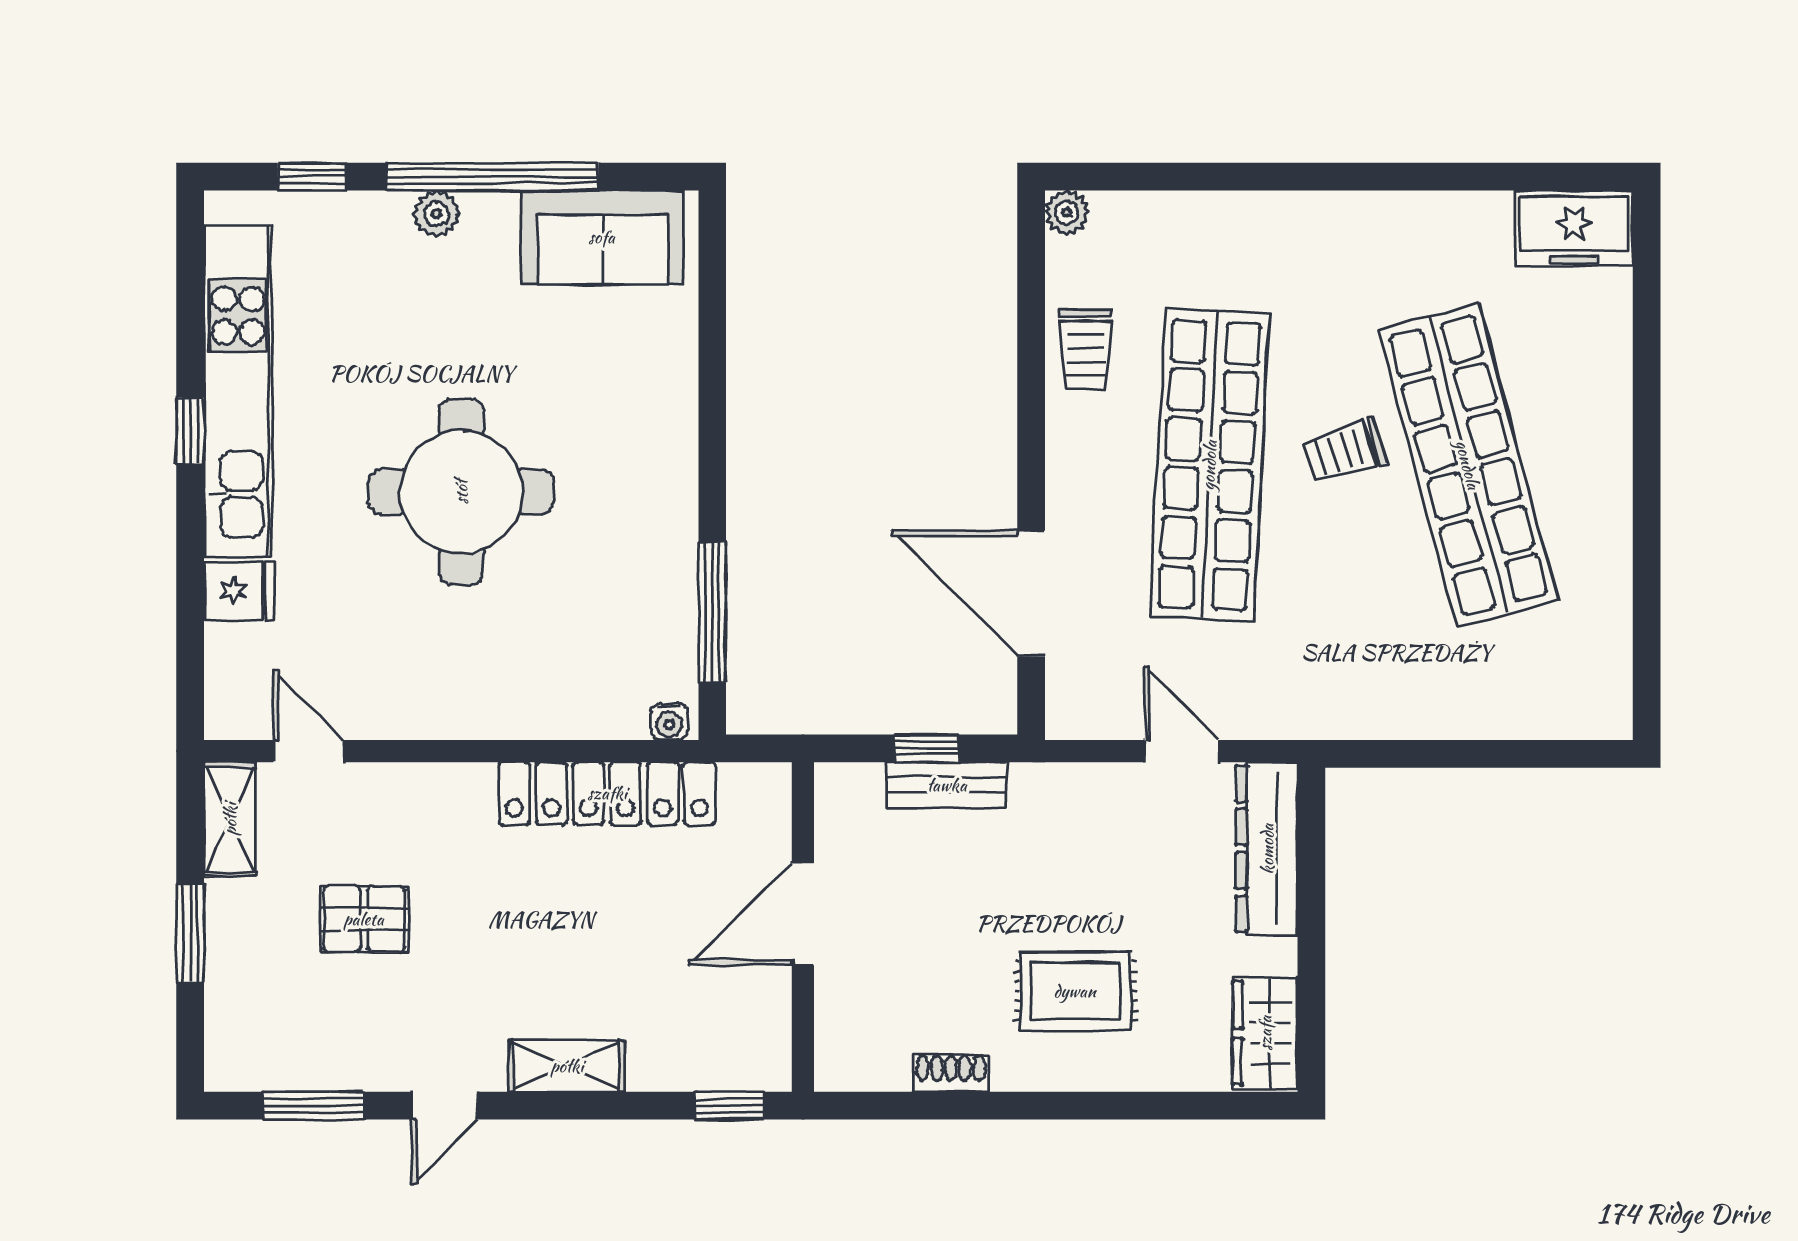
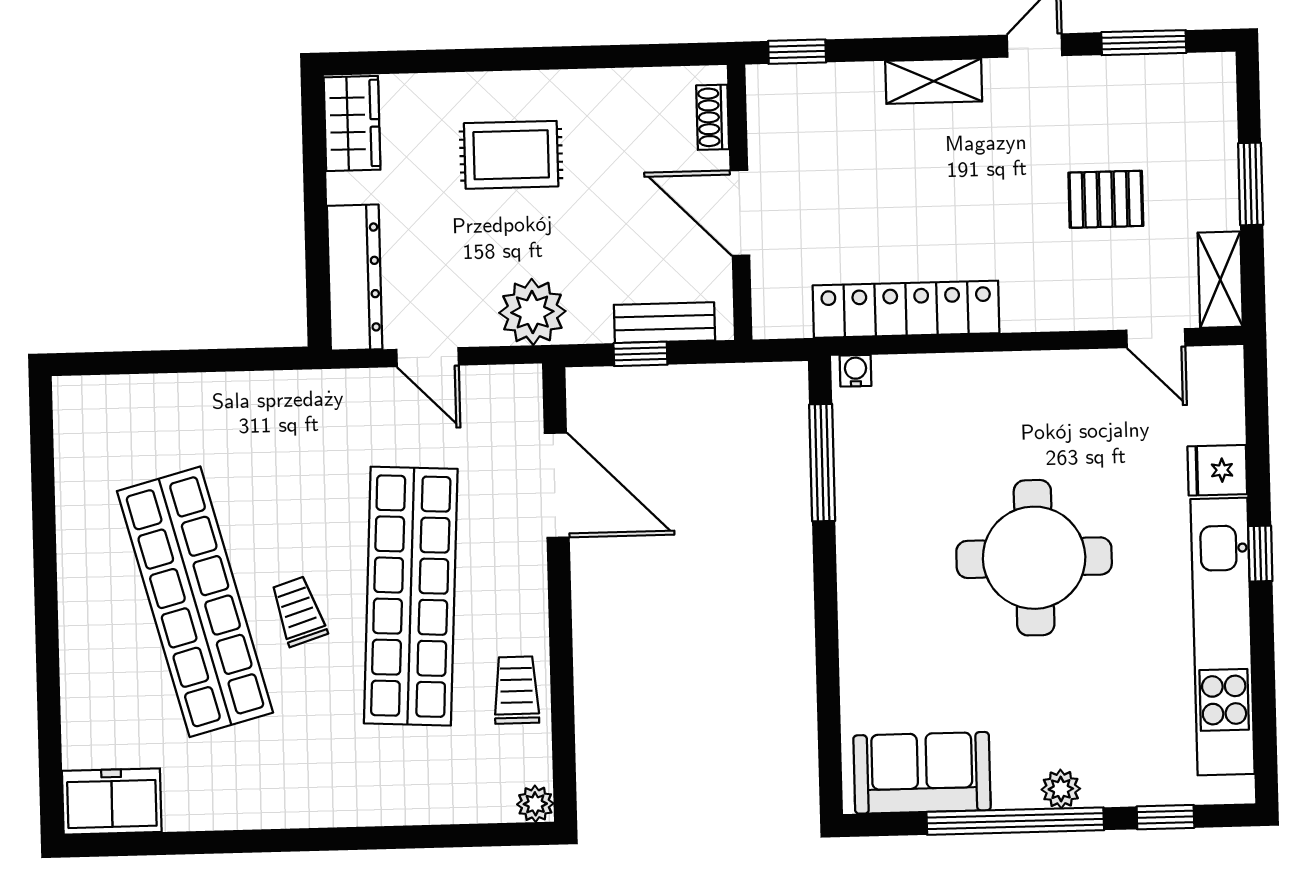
window: (190, 431) -> (1260, 554), moved
trolley: (1344, 451) -> (299, 611), turned -91
bench: (947, 785) -> (664, 323), moved
plant: (1055, 802) -> (532, 312), added
door: (803, 914) -> (740, 213), swing flipped
shoe rack: (951, 1073) -> (713, 117), moved, turned 90

